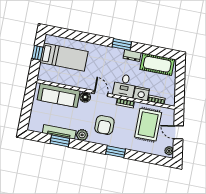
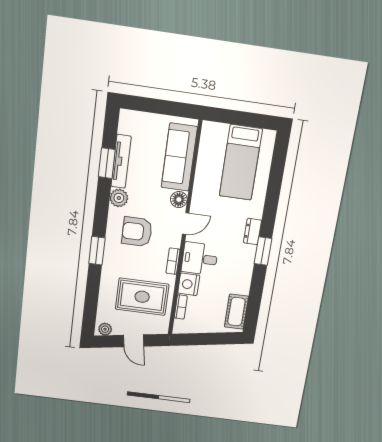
window: (38, 53) -> (246, 119), removed
dresser: (132, 55) -> (252, 231), moved
cot: (157, 64) -> (236, 312), width x0.73, depth x0.75
door: (178, 132) -> (134, 341), swing flipped

